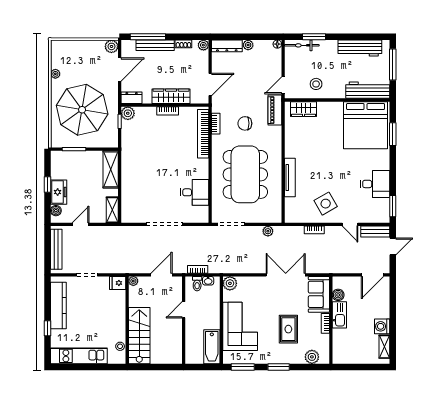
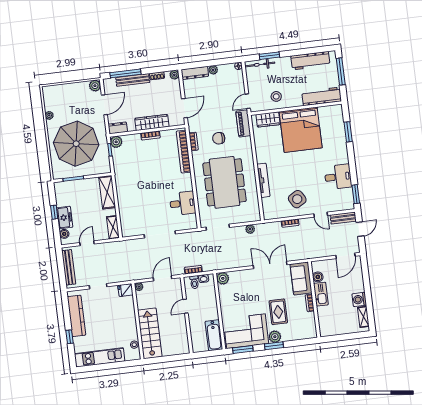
bed: (366, 125) -> (301, 130), moved
corner sofa: (240, 326) -> (246, 331), moved, turned -90
plant: (312, 357) -> (275, 337), moved

